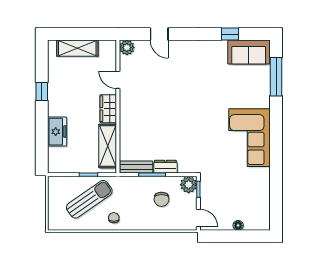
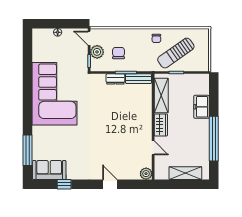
door: (159, 34) -> (110, 184), moved
window: (42, 91) -> (214, 139), width x3.17
corner sofa: (250, 138) -> (54, 94), width x1.36, depth x1.36
plant: (189, 185) -> (97, 52), moved

